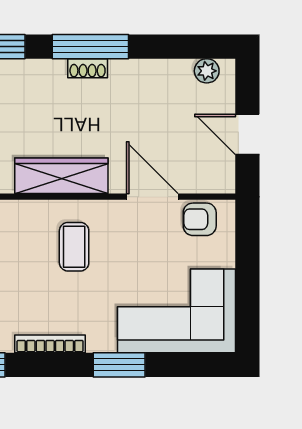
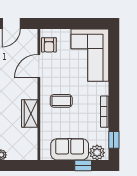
wardrobe: (61, 176) -> (30, 113), width x0.67
window: (119, 365) -> (114, 81), removed

